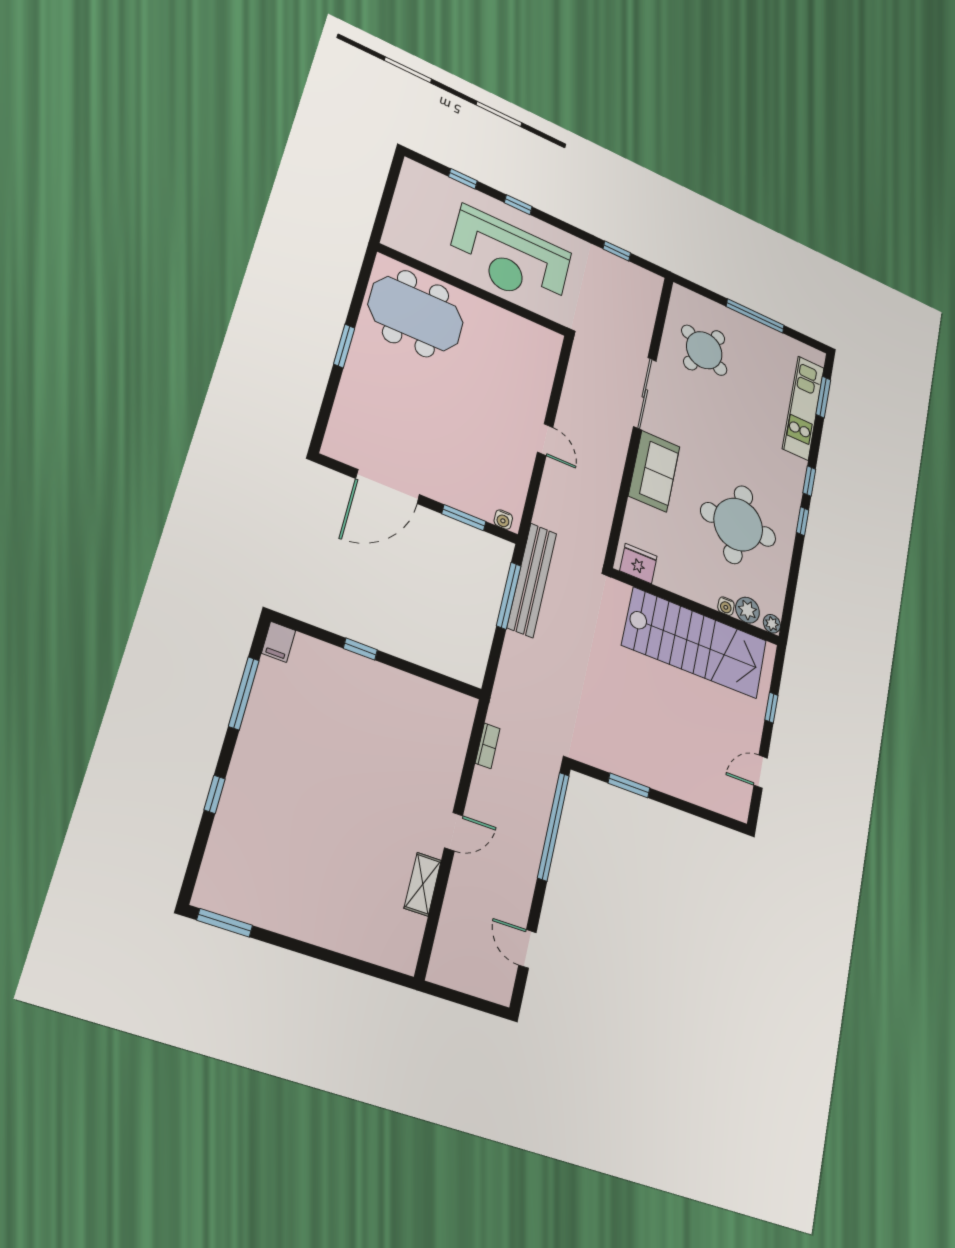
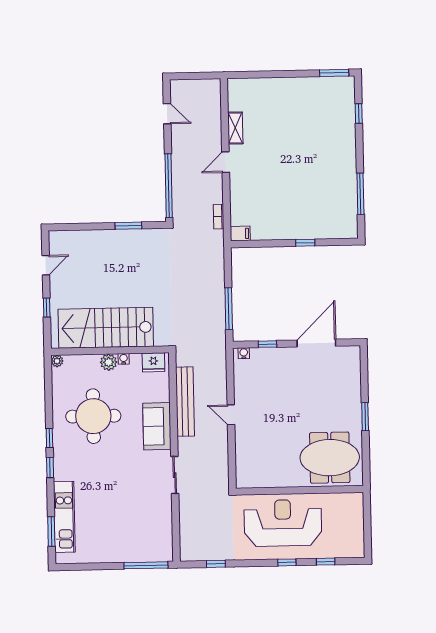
window: (755, 316) -> (146, 565), moved
round table: (704, 350) -> (142, 524), removed
sliding door: (645, 394) -> (175, 475), width x0.73
window: (464, 518) -> (267, 344), width x0.67
bench: (532, 580) -> (185, 402), moved
water cooler: (726, 606) -> (124, 359), moved
plant: (748, 610) -> (109, 362), moved
filing cabinet: (279, 642) -> (240, 234), moved, turned 90
window: (215, 794) -> (359, 113), moved

